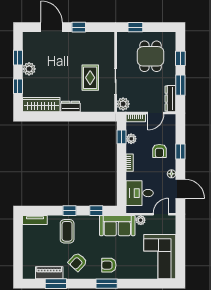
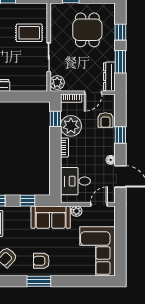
rug: (90, 78) -> (29, 33), moved, turned 90
plant: (131, 139) -> (71, 126), width x1.88, depth x1.88
armchair: (159, 151) -> (105, 120), moved

